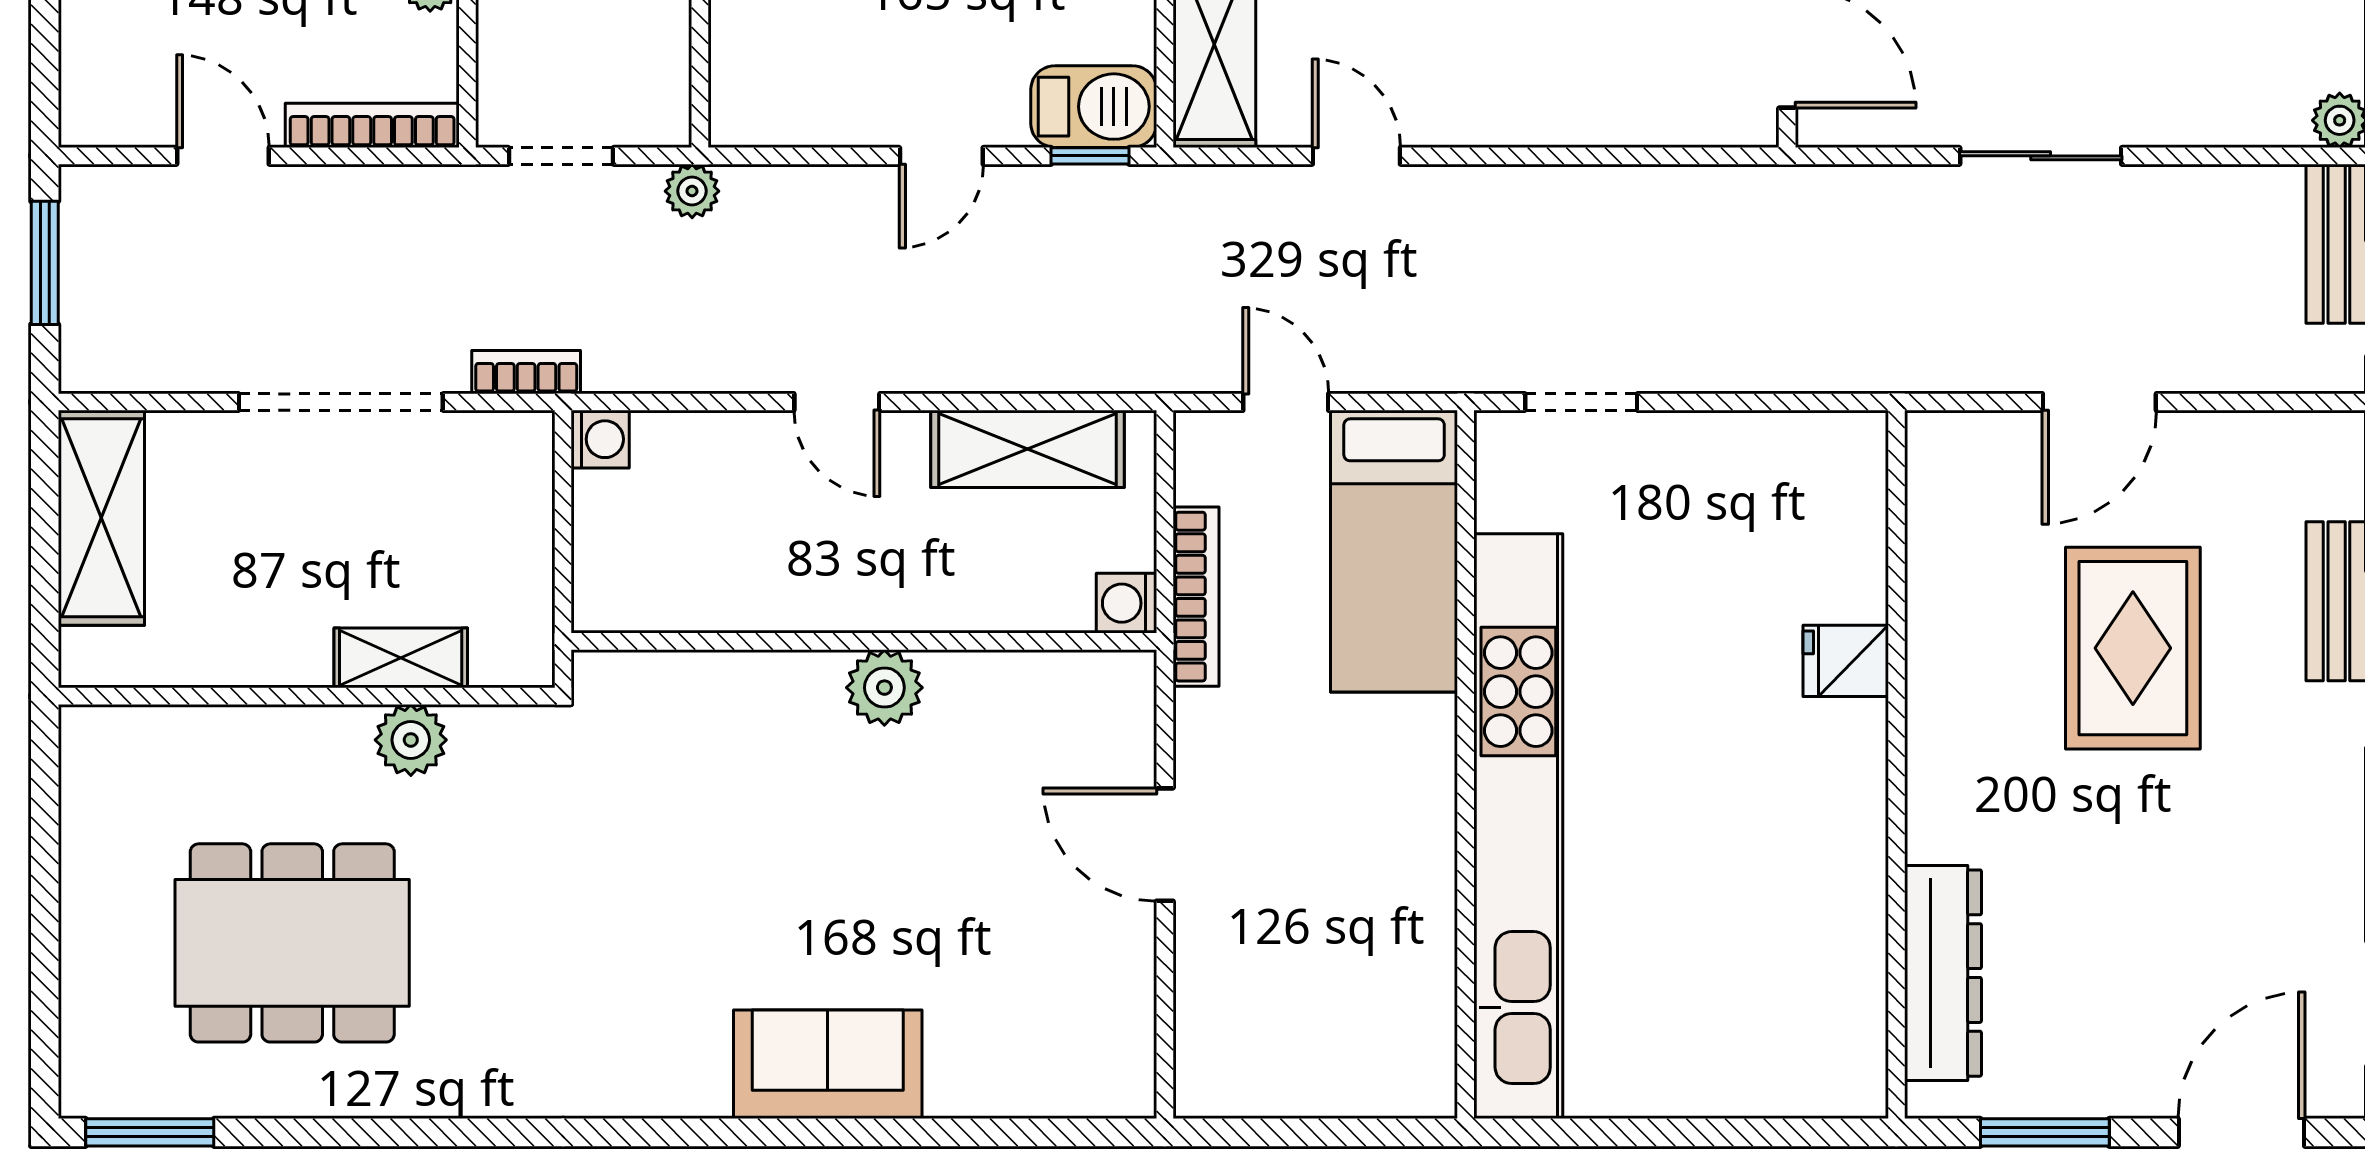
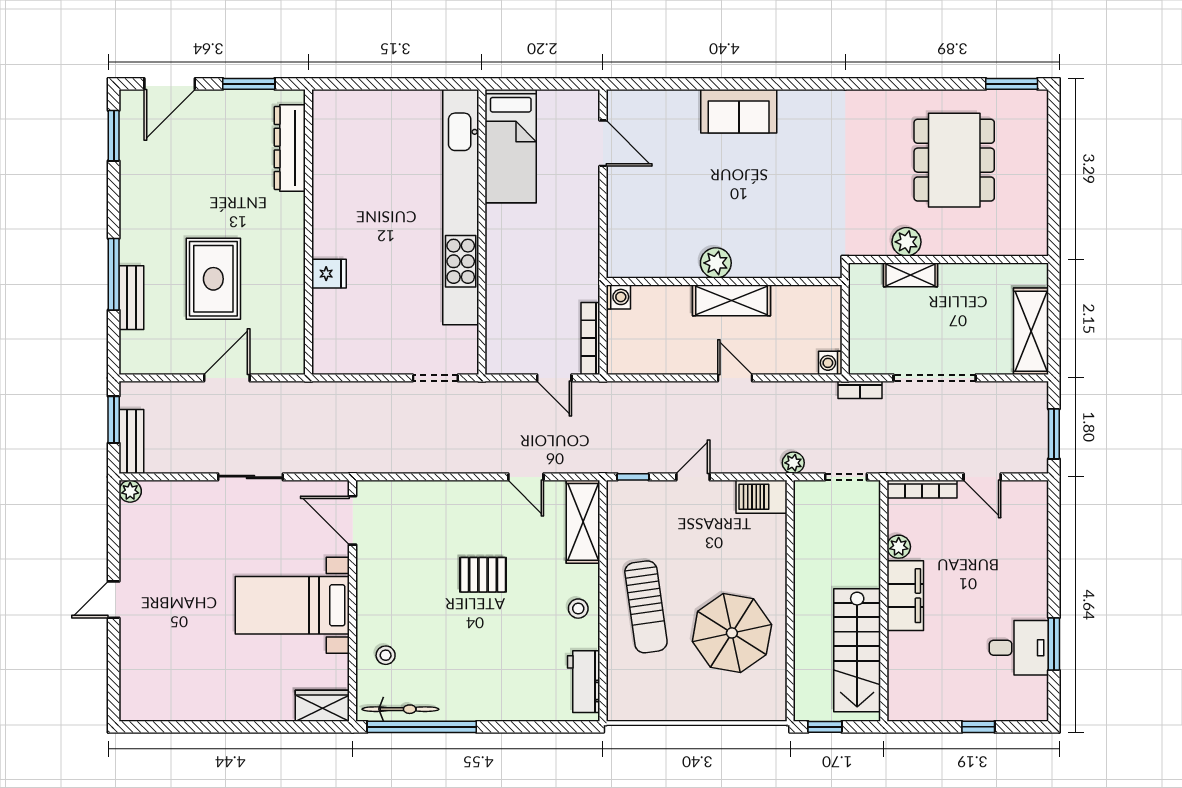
barbecue: (1094, 107) -> (762, 497), moved
shelving: (1028, 449) -> (732, 300), moved
bed: (1394, 551) -> (511, 146), moved, turned 180
bookcase: (1196, 597) -> (590, 338), moved
door: (1165, 845) -> (603, 143), moved
dining table: (292, 943) -> (954, 160), turned 90

